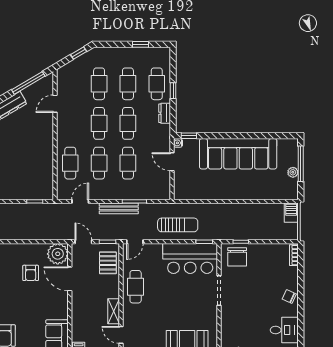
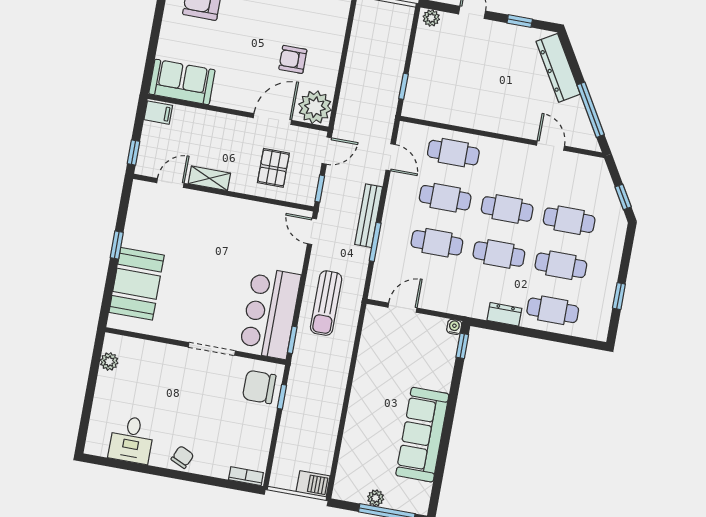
window: (173, 91) -> (537, 334), removed
sofa: (238, 154) -> (422, 435), width x0.74, depth x0.79
door: (172, 162) -> (402, 308), moved
pallet: (108, 263) -> (273, 168), moved, turned 90
cafe table: (136, 287) -> (241, 220), removed

